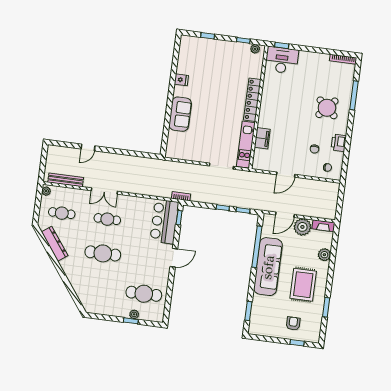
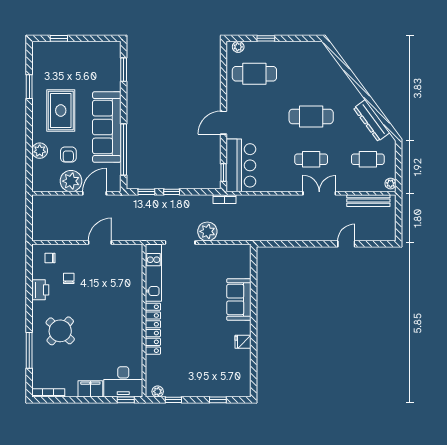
filing cabinet: (262, 138) -> (90, 389), moved, turned 90
plant: (198, 172) -> (207, 231), added
fireplace: (323, 226) -> (46, 186), removed
plant: (134, 314) -> (238, 47), moved
armchair: (293, 323) -> (68, 155), moved

